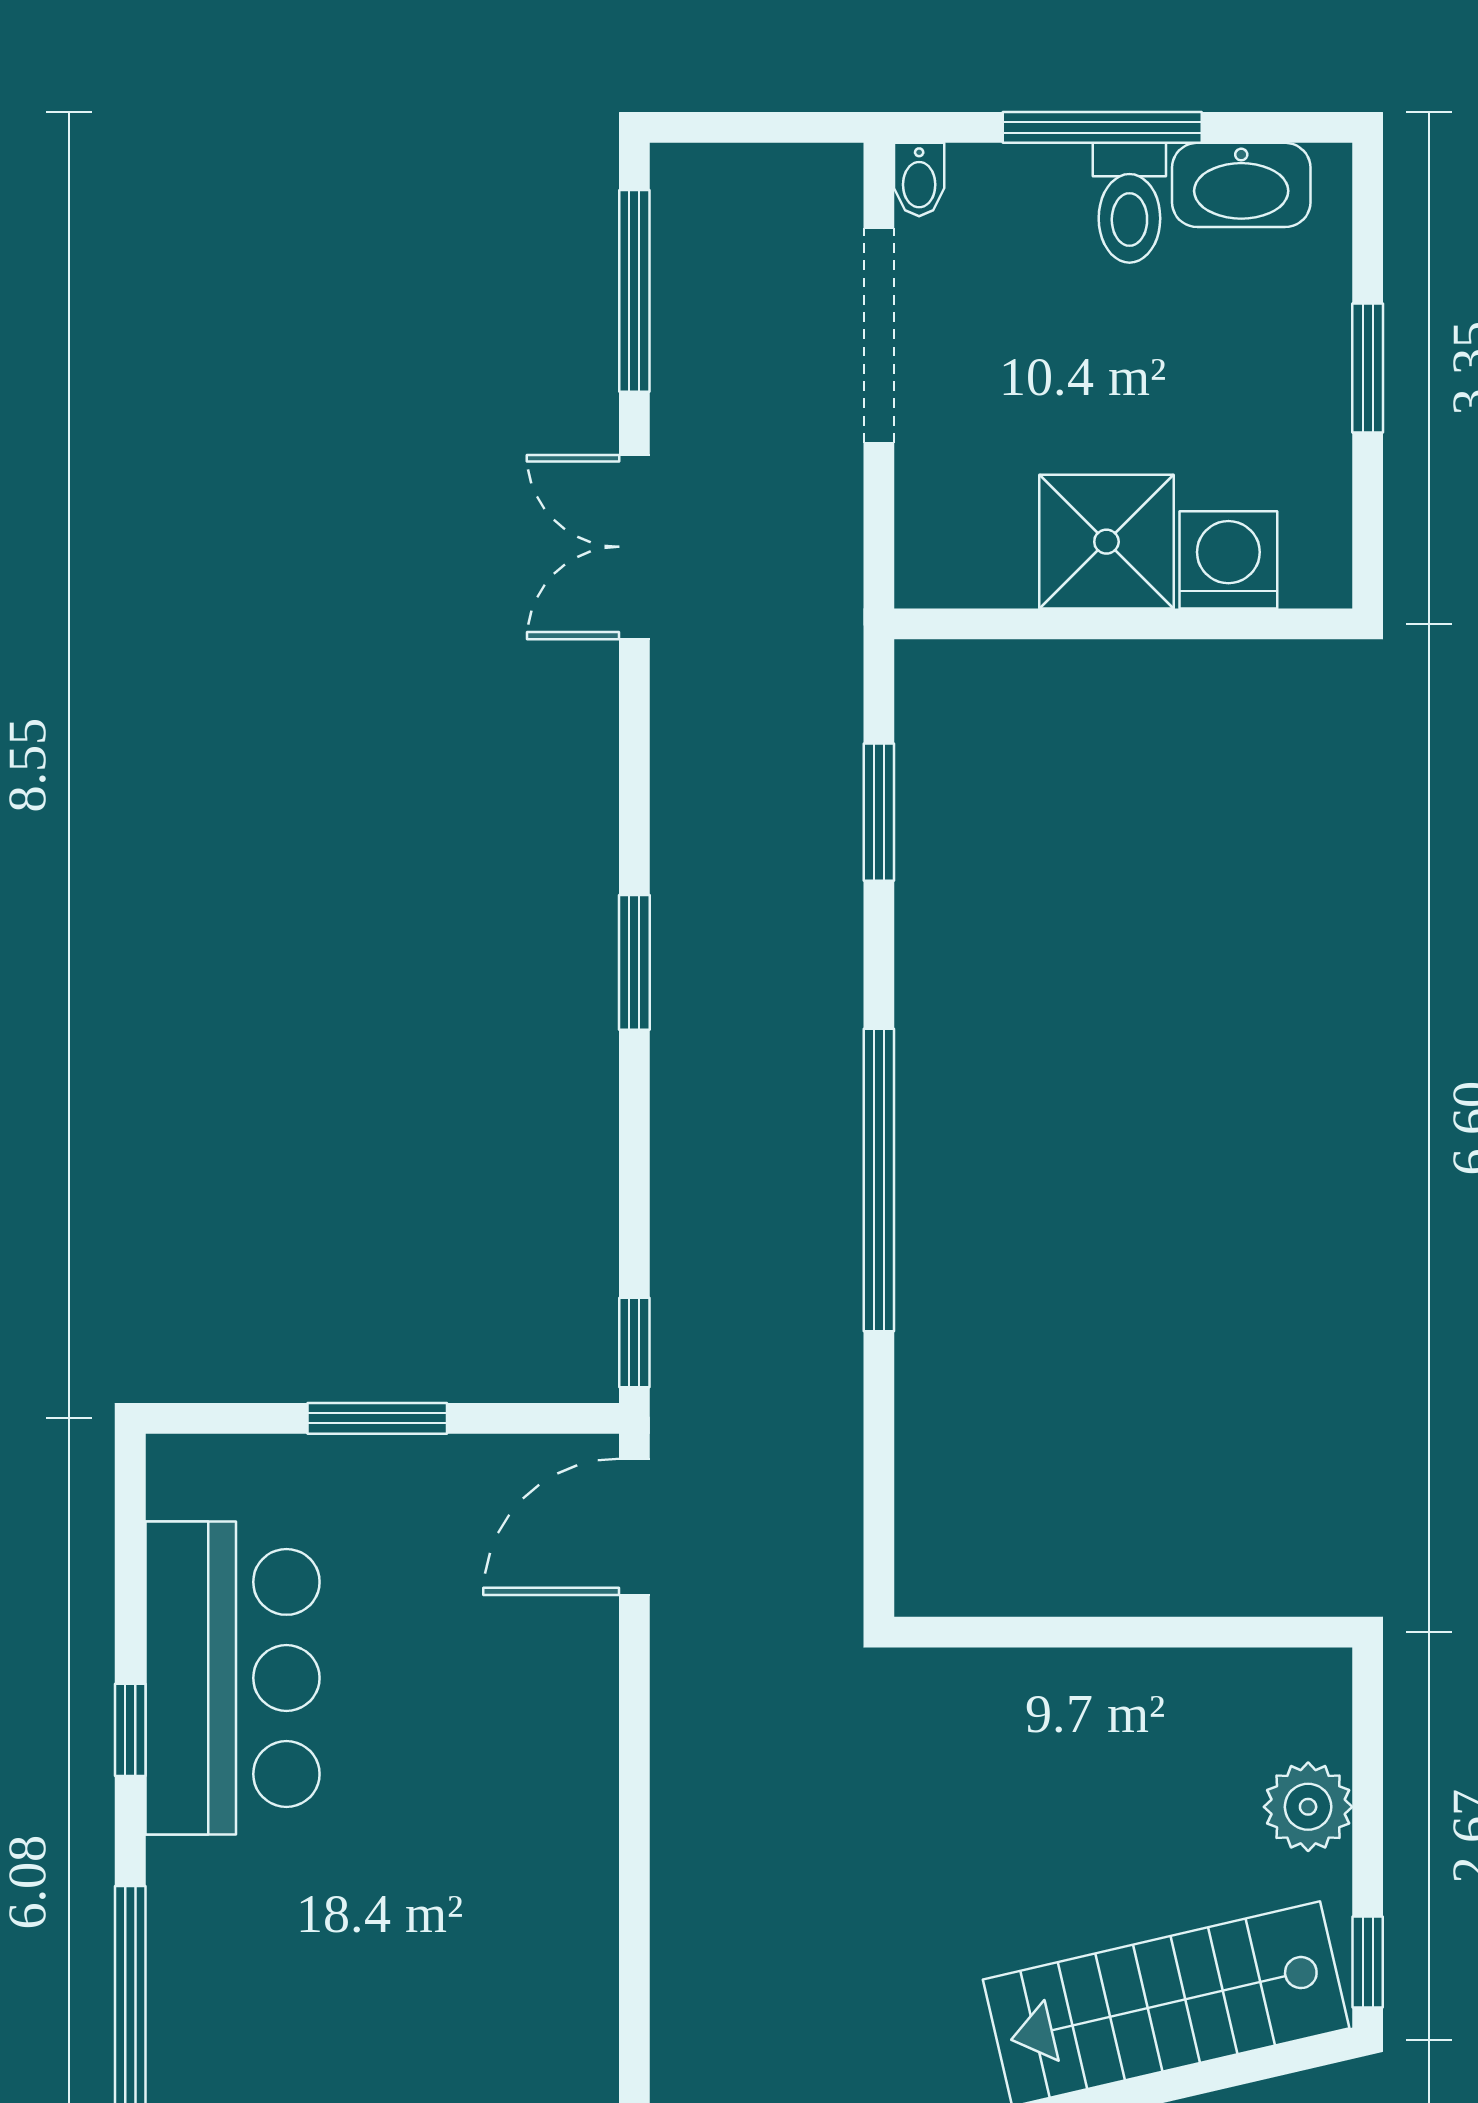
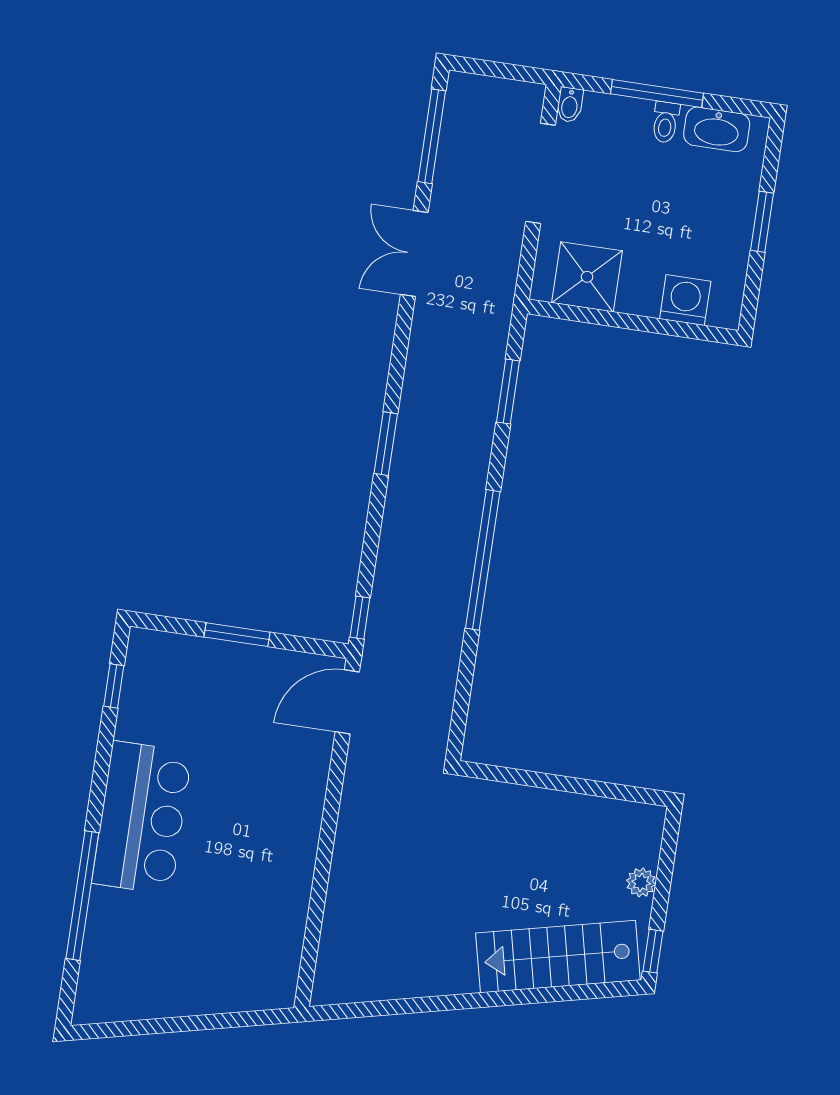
toilet: (1129, 203) -> (665, 122), width x0.73, depth x0.72
shower: (1106, 542) -> (587, 277), moved
bar counter: (232, 1678) -> (142, 818), moved
window: (130, 1730) -> (114, 686), moved
plant: (1308, 1807) -> (641, 882), width x0.73, depth x0.73

